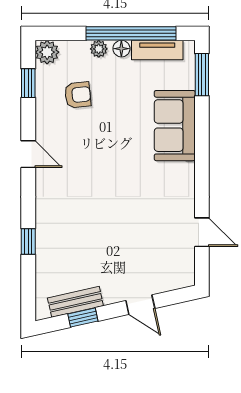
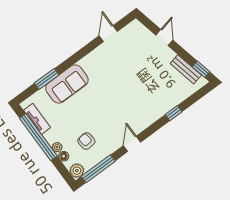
floor lamp: (121, 49) -> (64, 156), moved
window: (202, 75) -> (47, 79), moved
window: (28, 83) -> (98, 169), width x2.17
window: (83, 317) -> (201, 69), moved

